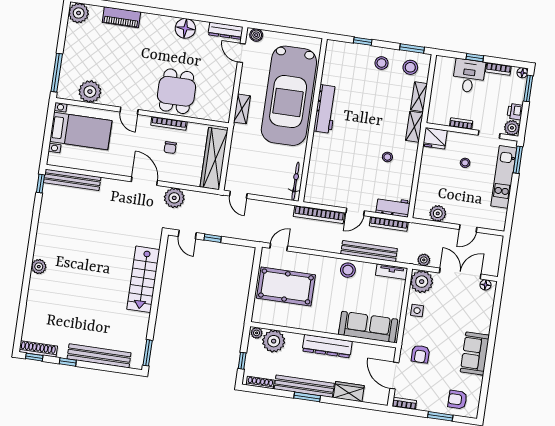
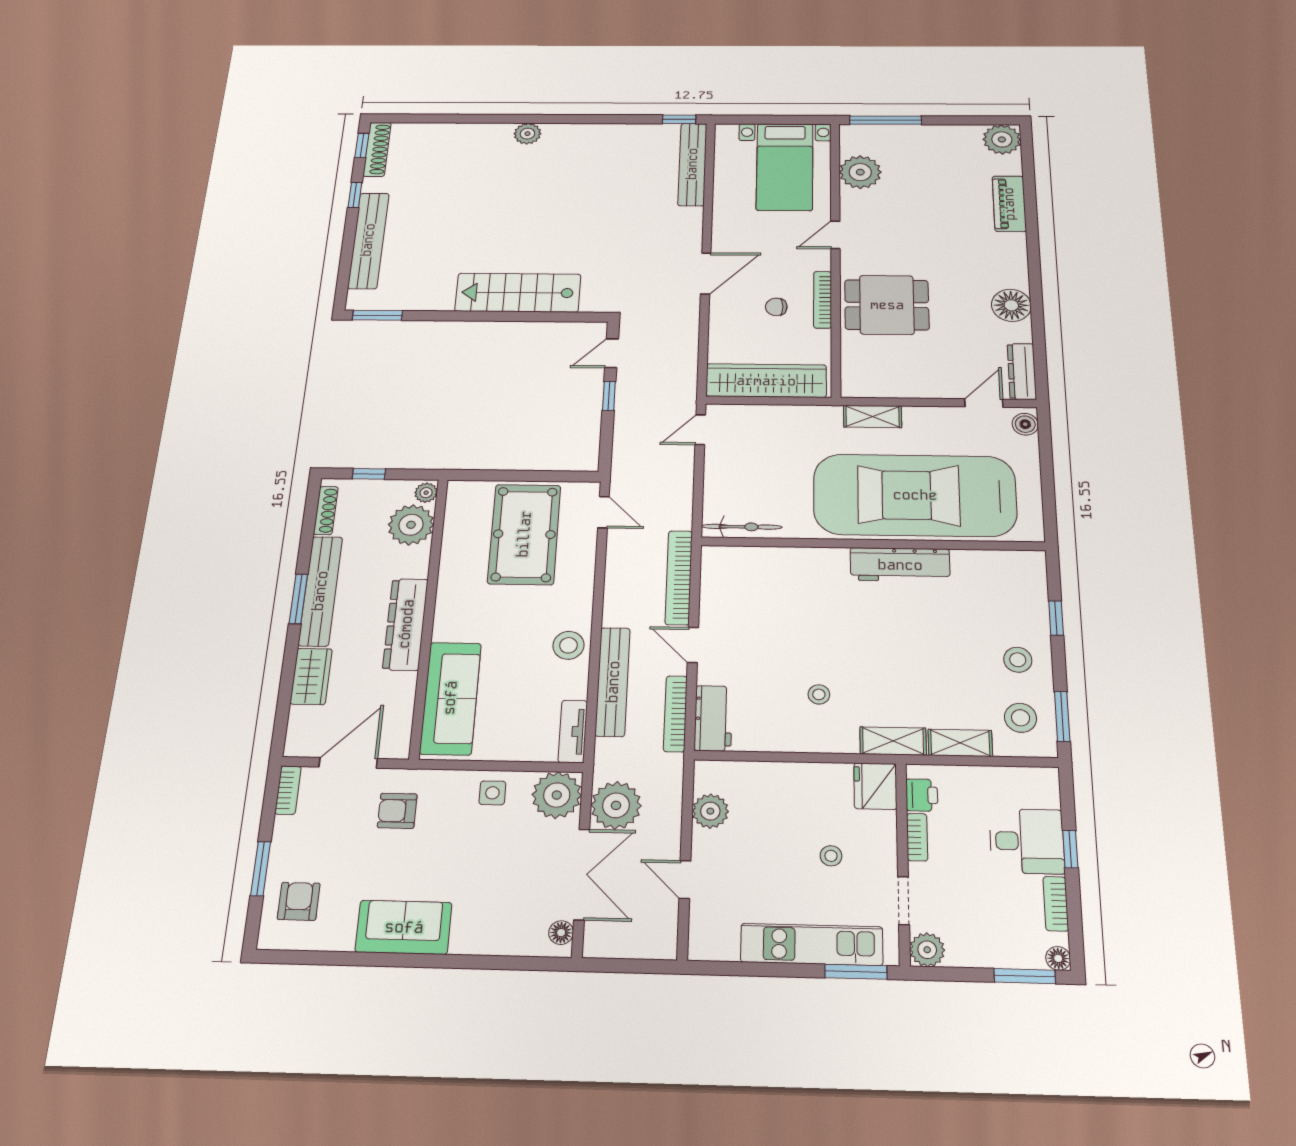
printer: (515, 112) -> (922, 795), moved, turned 90
plant: (174, 198) -> (680, 324), removed
plant: (424, 260) -> (616, 805), width x1.88, depth x1.88

